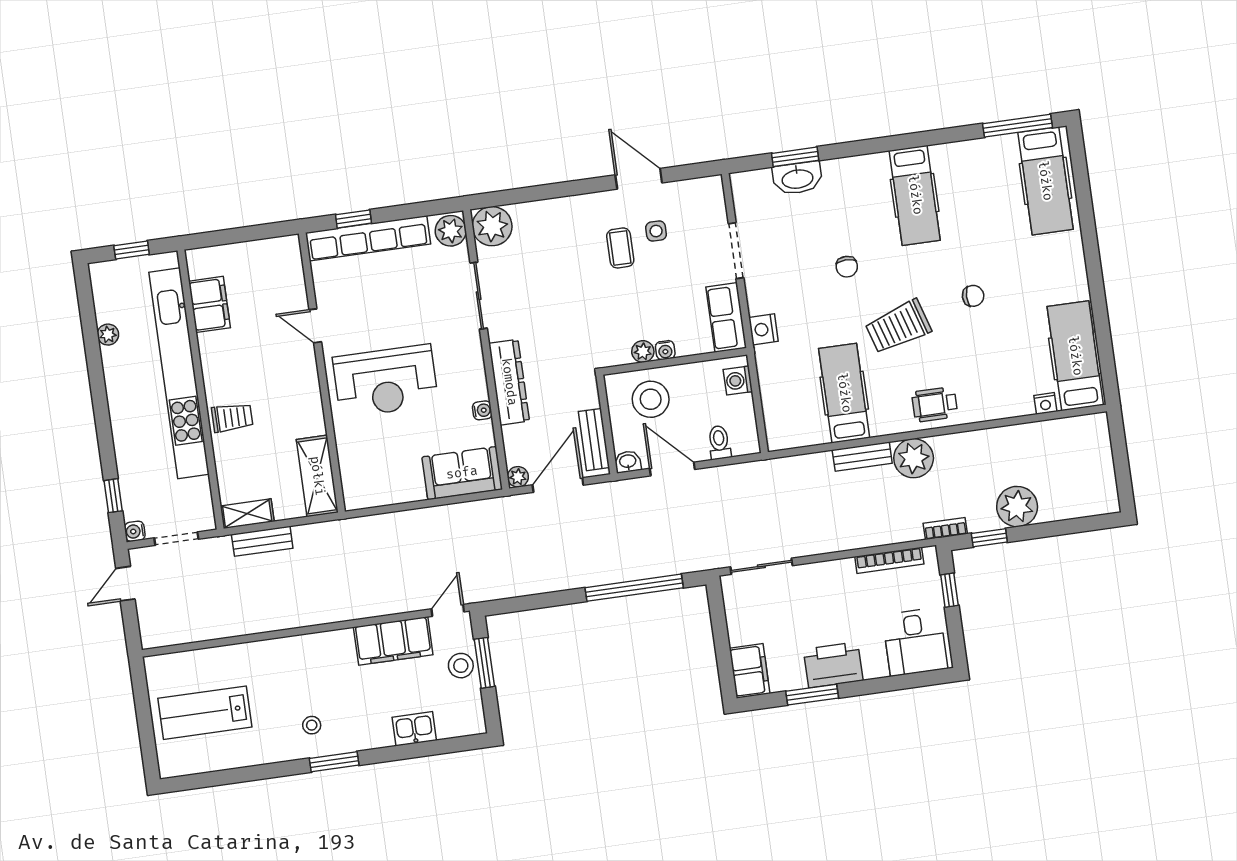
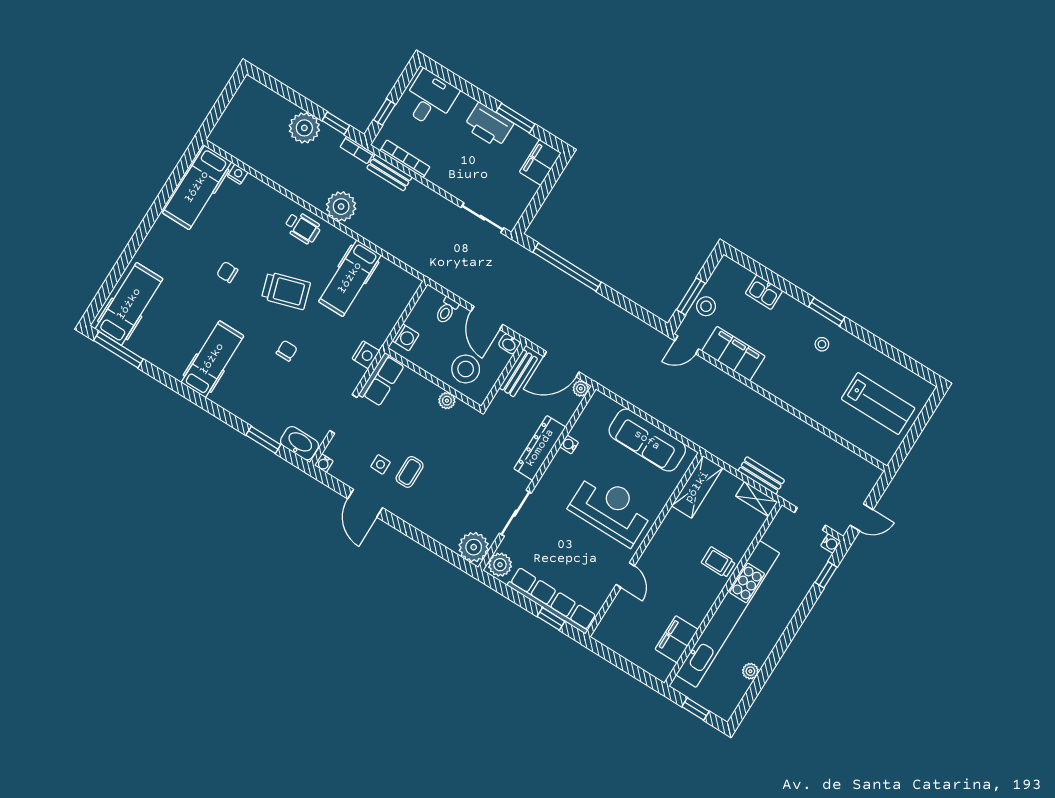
washbasin: (797, 178) -> (299, 443), moved
water cooler: (665, 350) -> (324, 463), moved, turned 180
bench: (862, 457) -> (389, 173), moved
sofa: (462, 473) -> (647, 440), moved, width x1.36

